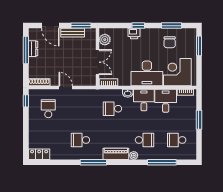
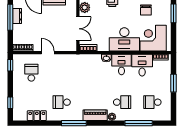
school desk: (112, 109) -> (92, 73), removed
window: (26, 141) -> (10, 103), added
locker: (39, 154) -> (37, 116), moved

